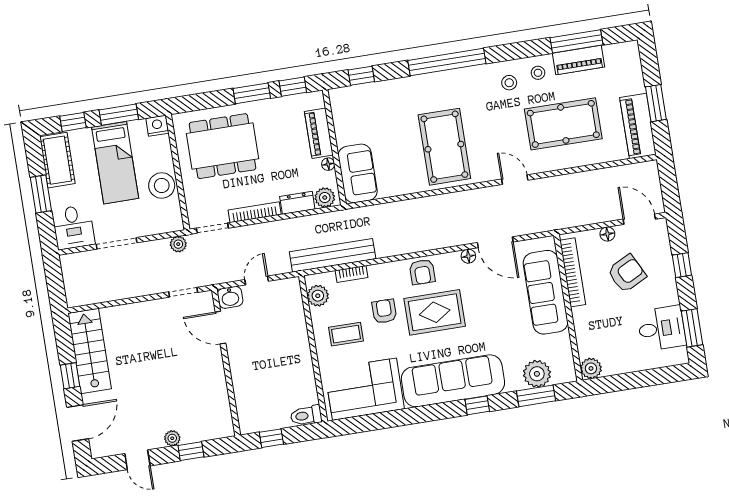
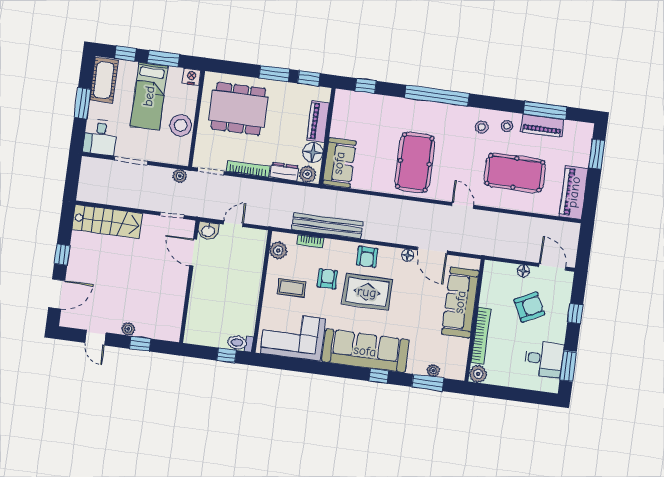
window: (656, 103) -> (597, 154), moved
floor lamp: (328, 164) -> (313, 152), width x1.89, depth x1.89
bench: (333, 255) -> (327, 226), moved
bookcase: (573, 272) -> (481, 336), moved
stairs: (90, 351) -> (107, 222), moved, turned 90
plant: (537, 374) -> (433, 371), width x0.53, depth x0.53
window: (271, 438) -> (227, 355), moved

